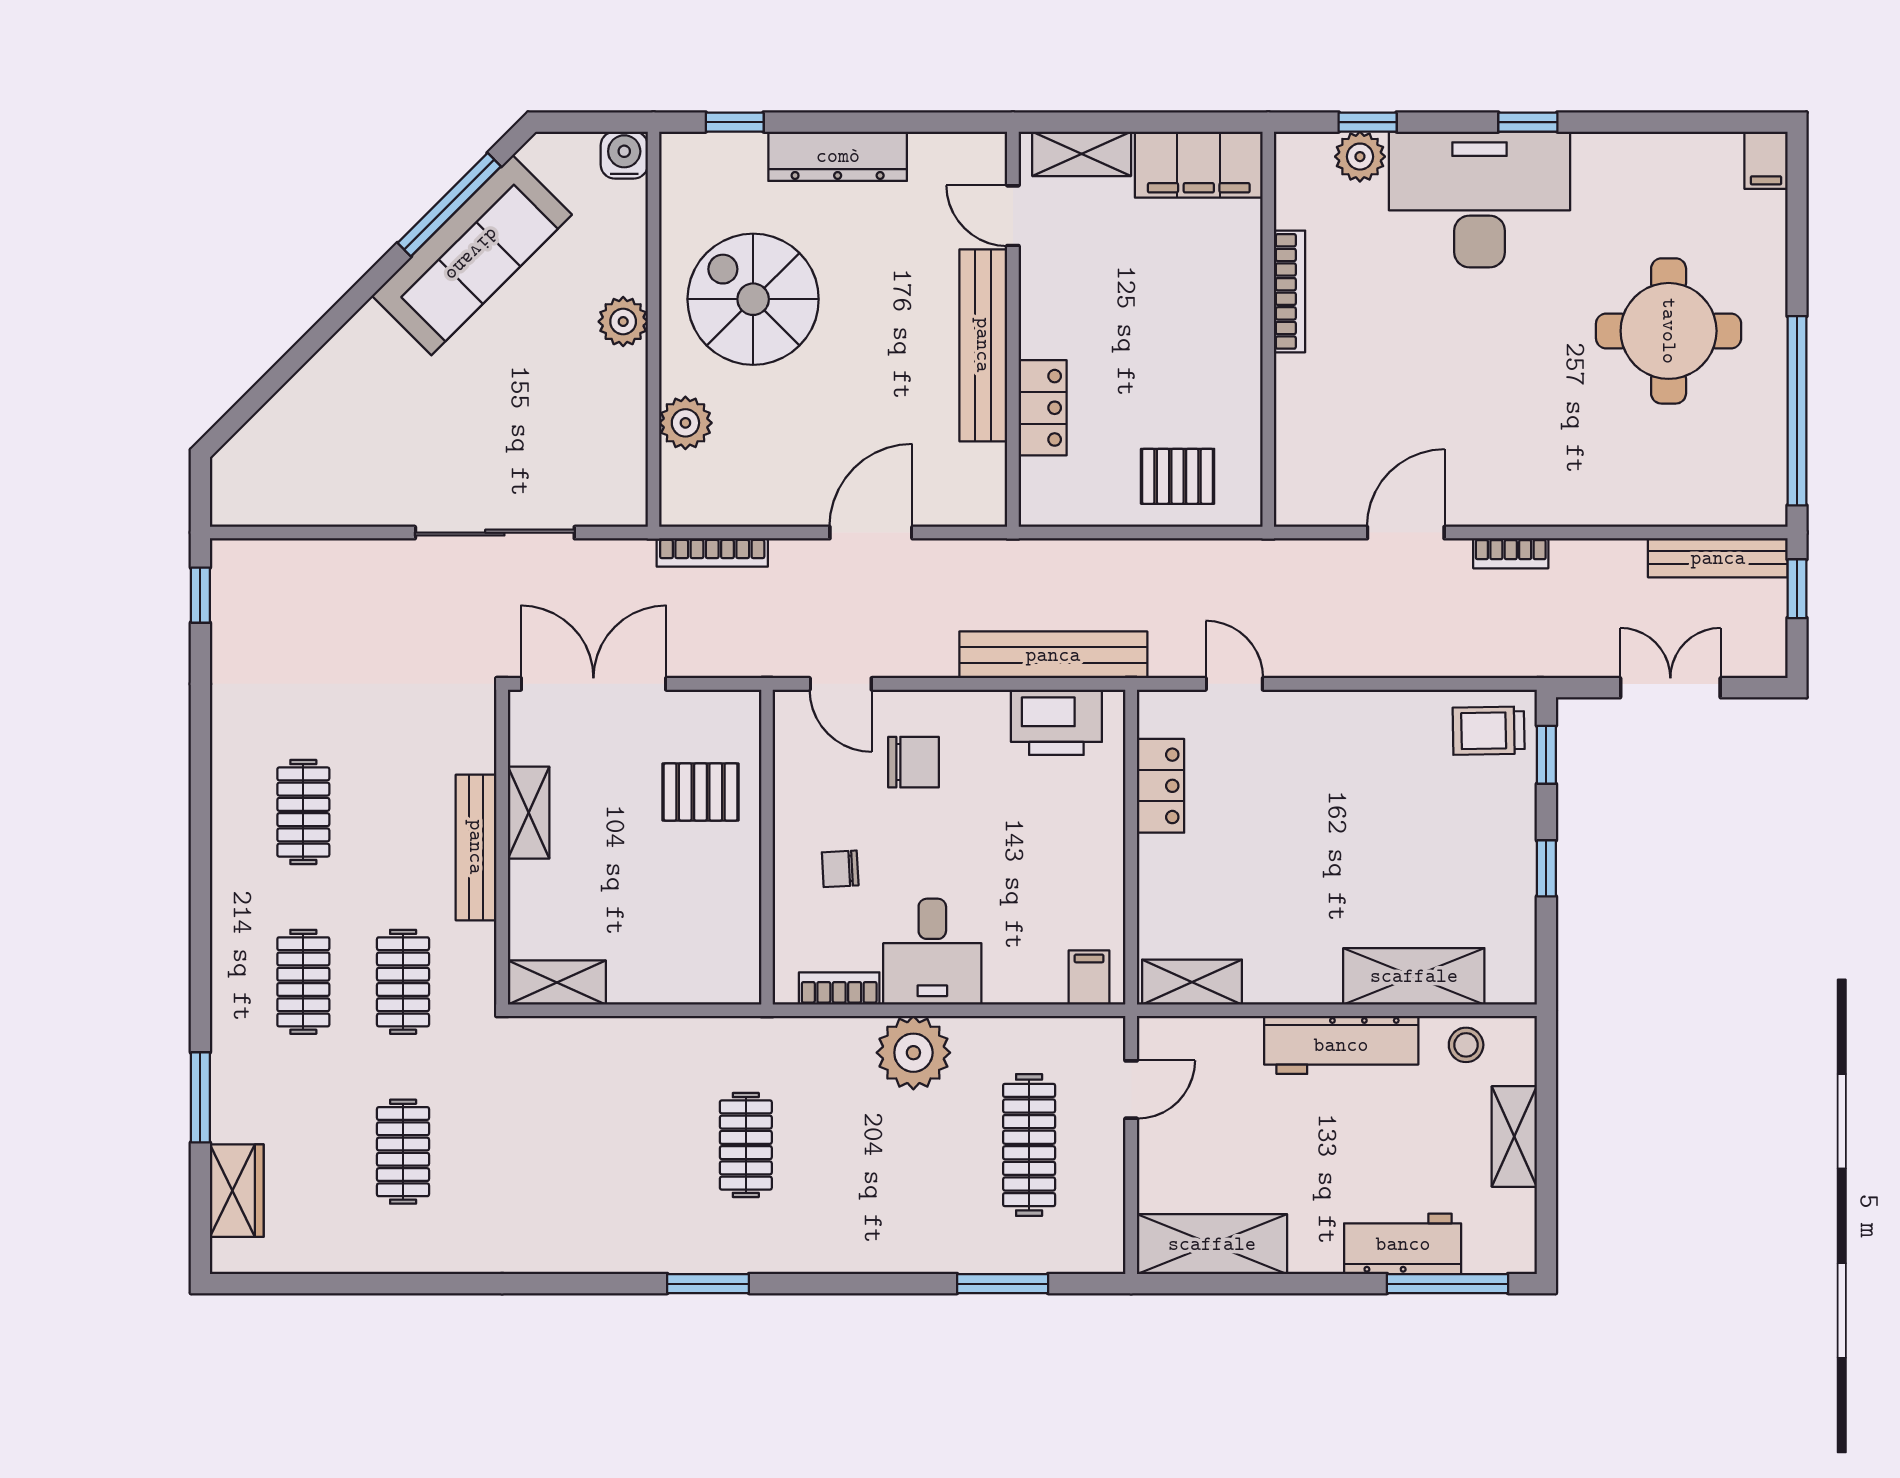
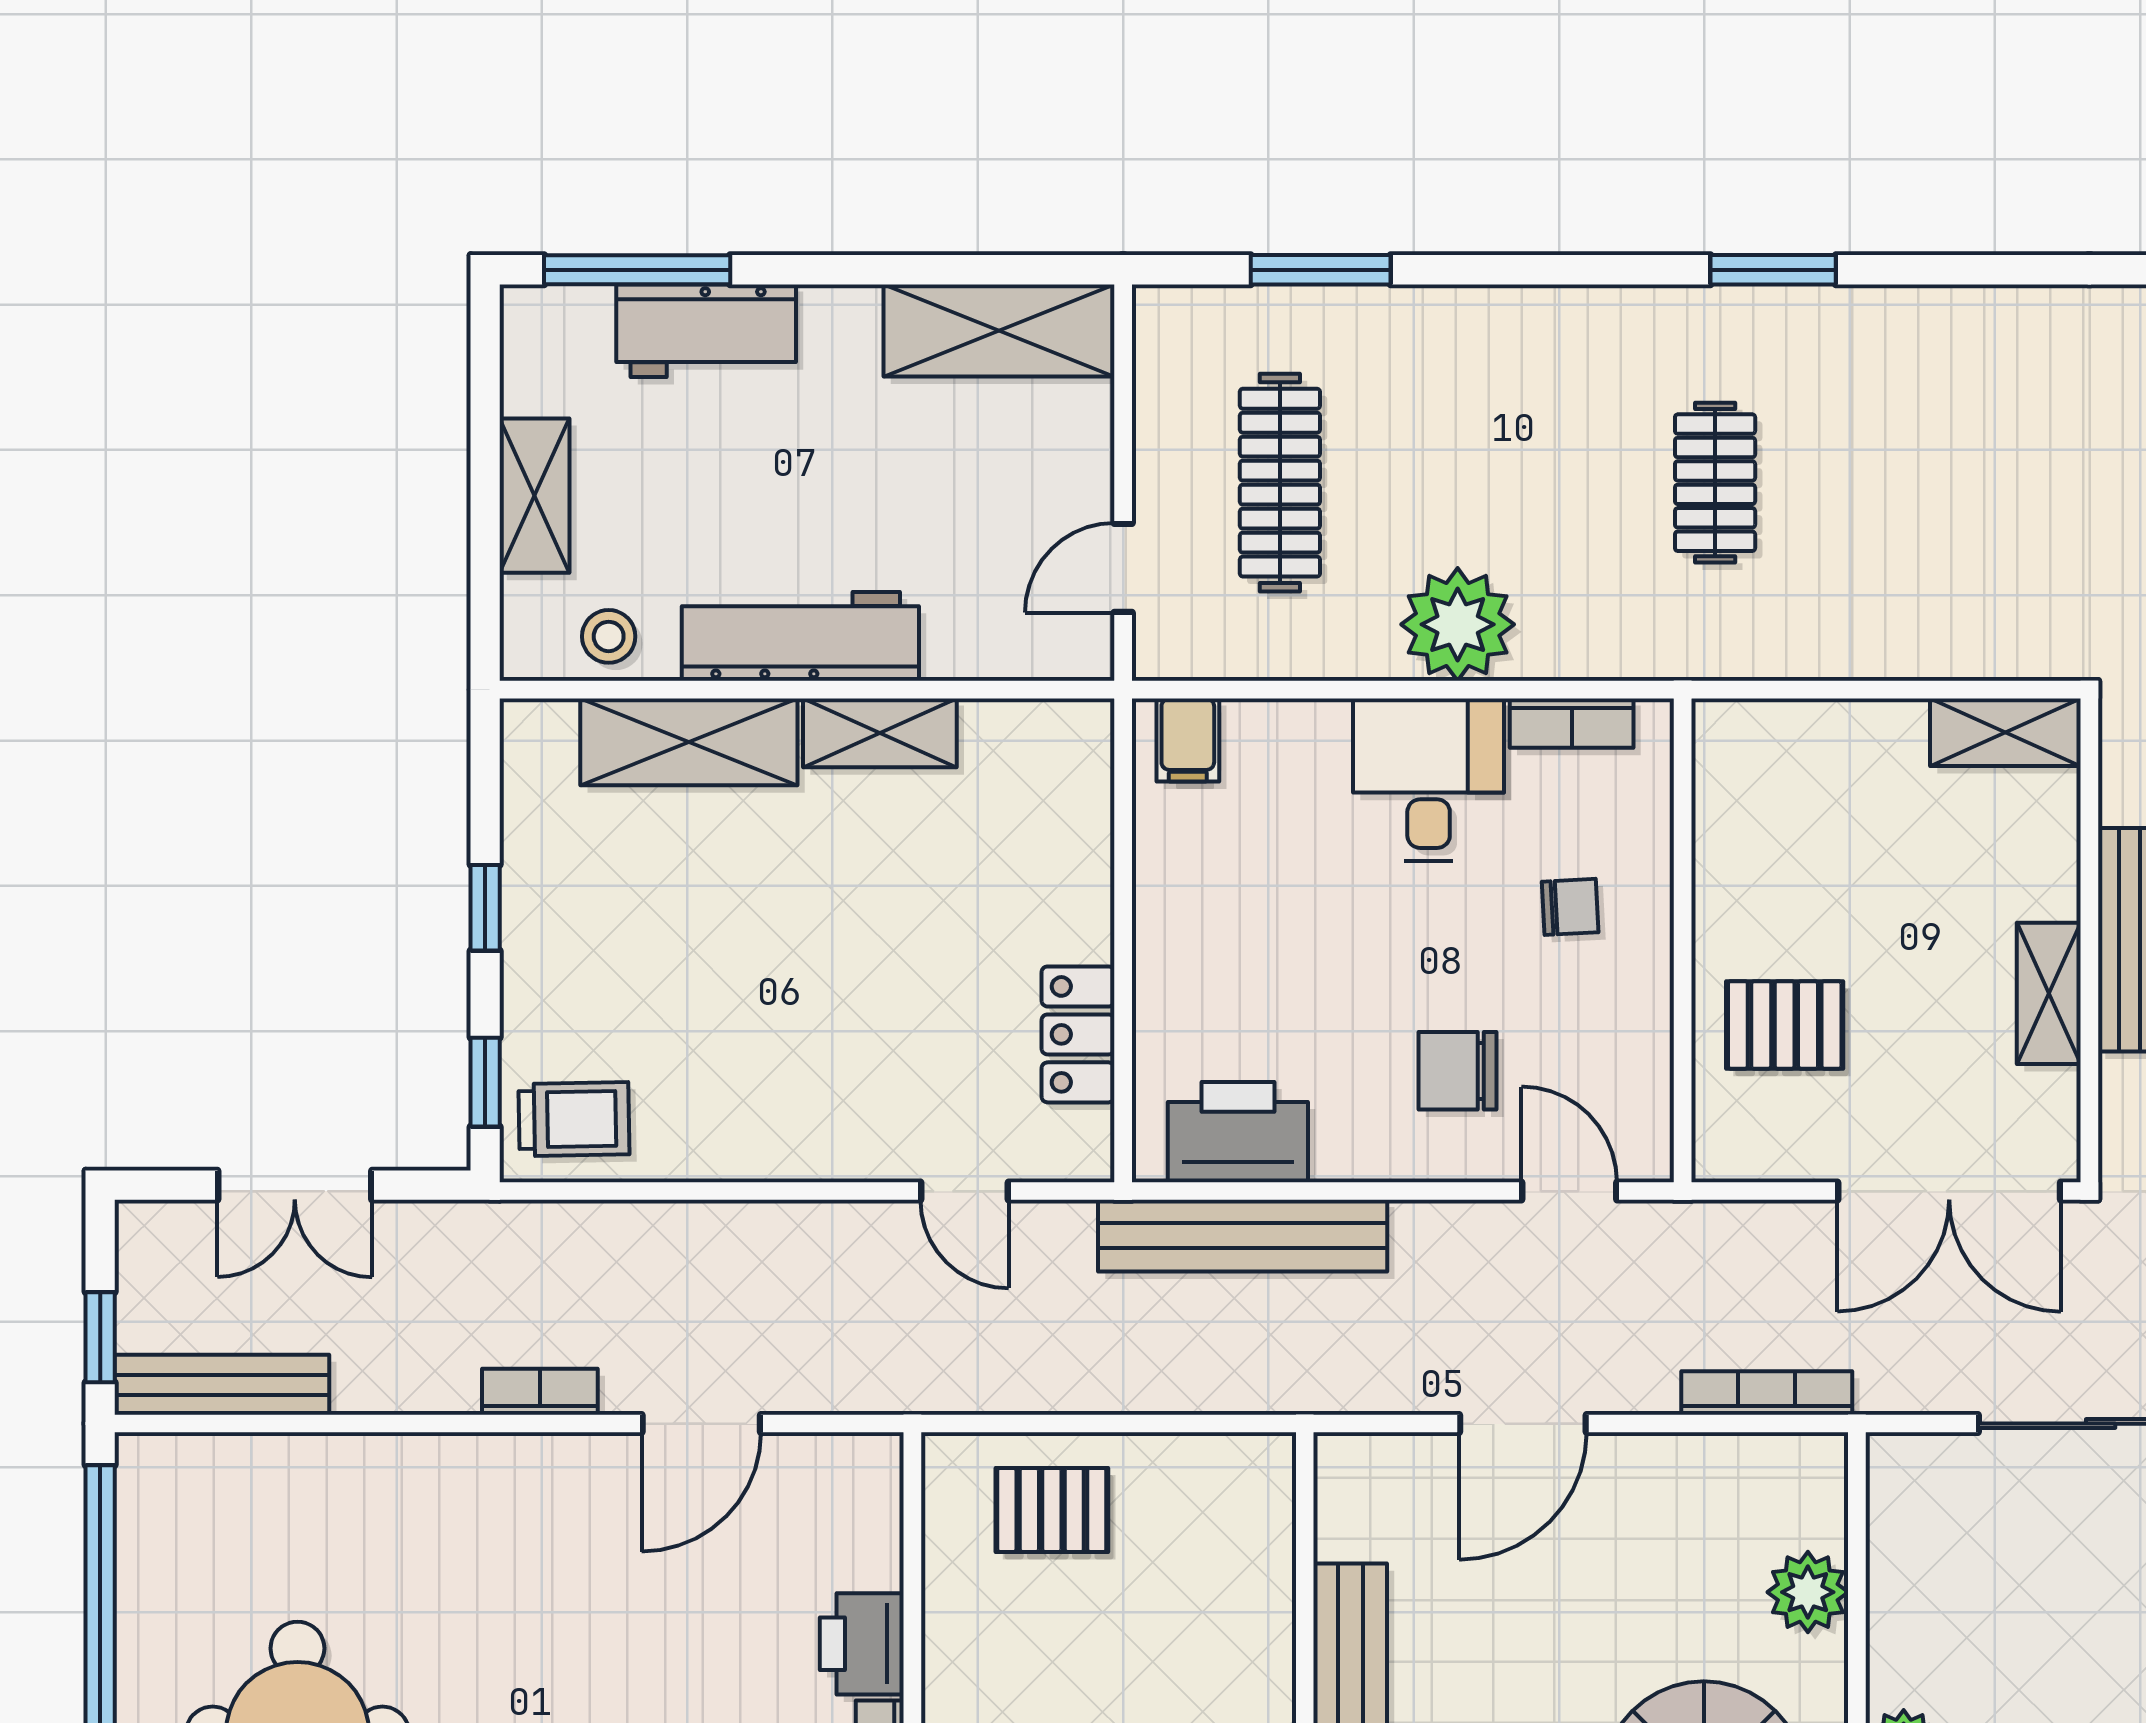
printer: (1301, 389) -> (862, 1644), added
locker: (1043, 408) -> (1259, 1615), removed
shelving: (1192, 982) -> (880, 733), moved

